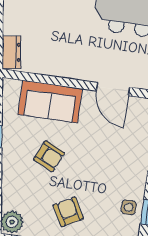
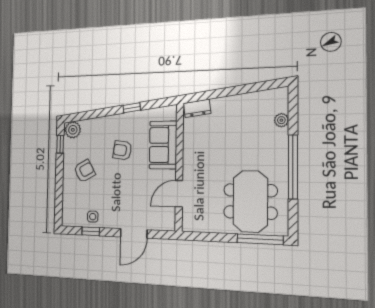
armchair: (49, 156) -> (122, 150), turned 73

